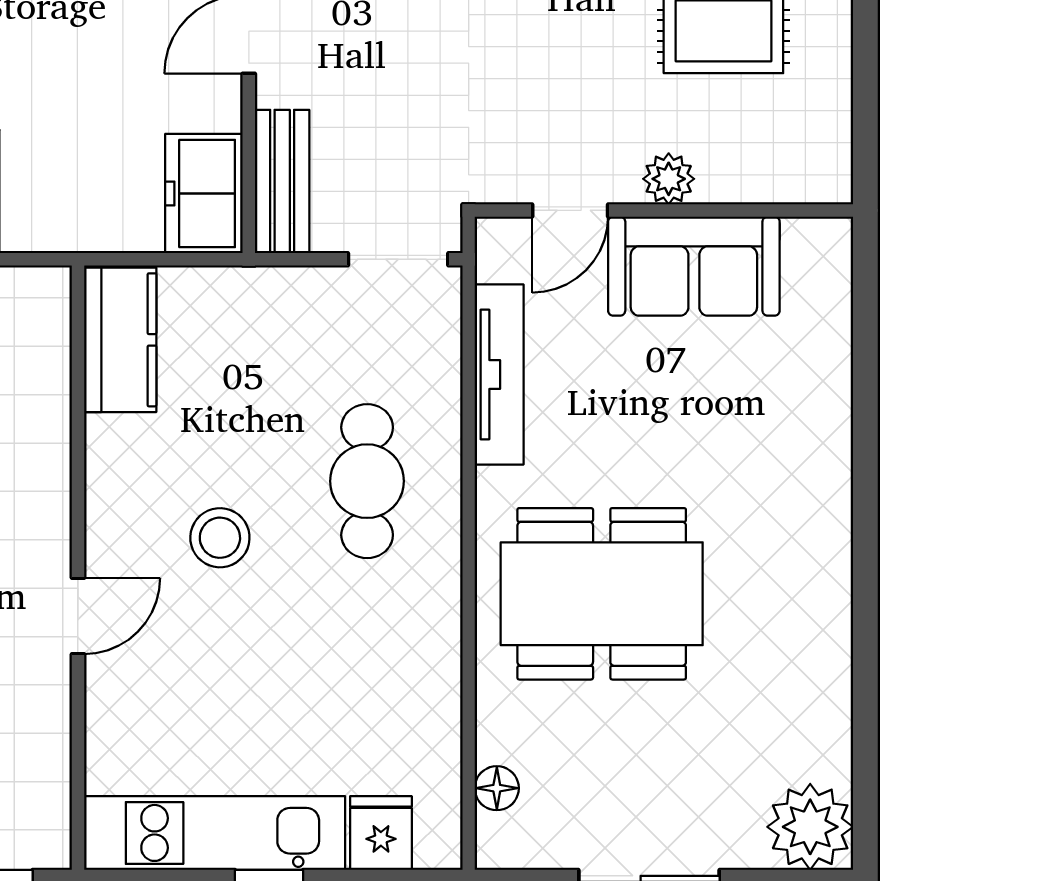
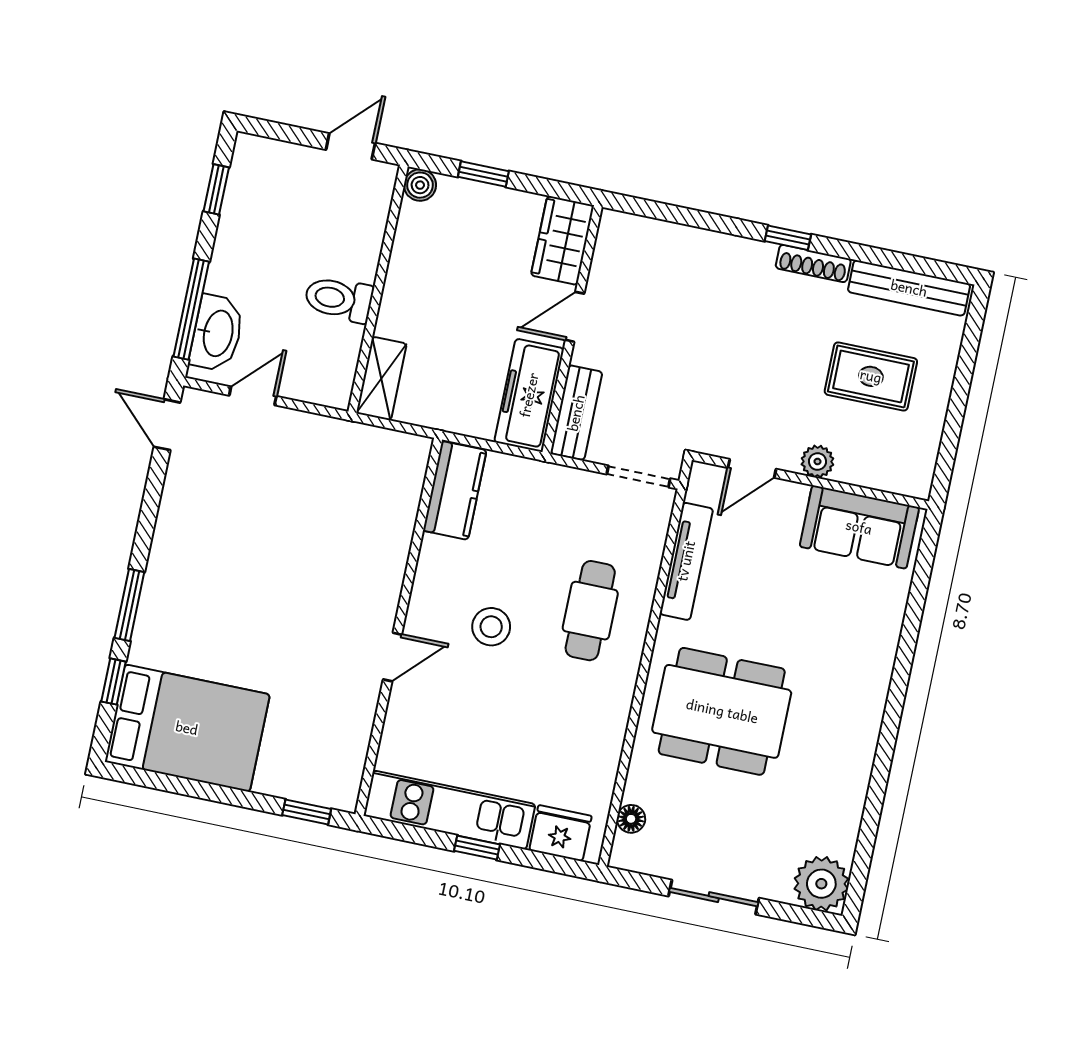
freezer: (204, 194) -> (529, 395), width x1.40
sofa: (694, 266) -> (859, 527), moved
fridge: (381, 833) -> (560, 833), width x1.38

